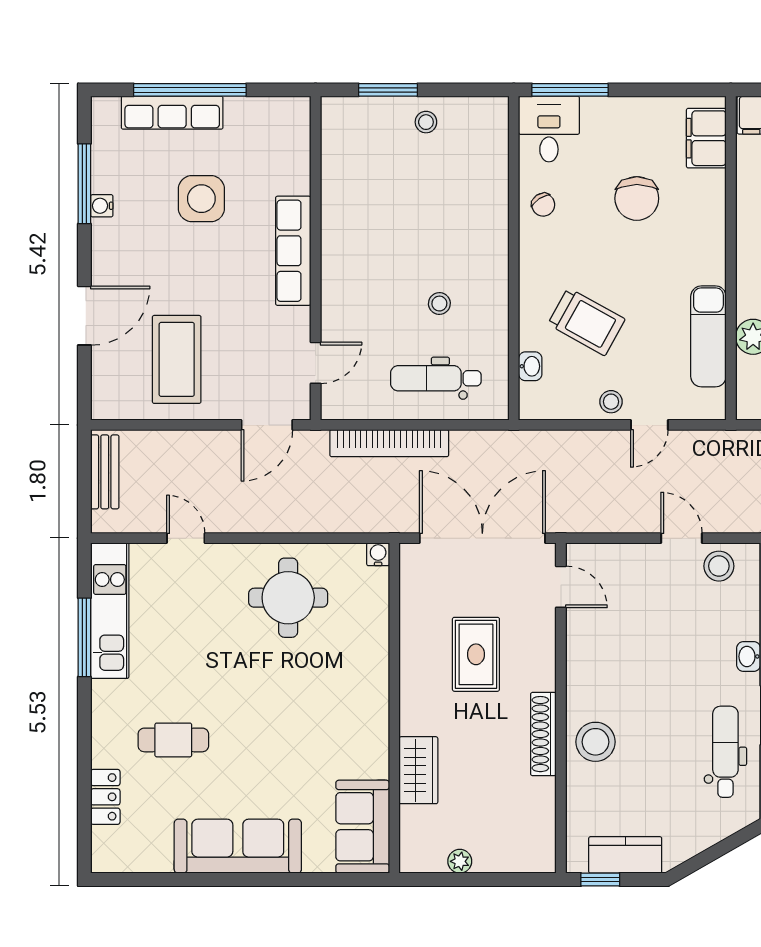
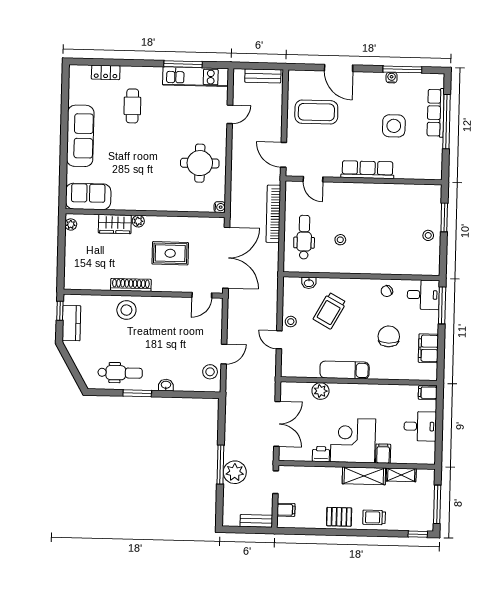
filing cabinet: (706, 138) -> (428, 348), moved, turned -90
chair: (637, 198) -> (389, 336), turned 90
exam couch: (708, 336) -> (345, 370), moved
plant: (411, 722) -> (138, 221), added
plant: (460, 861) -> (71, 224), moved

